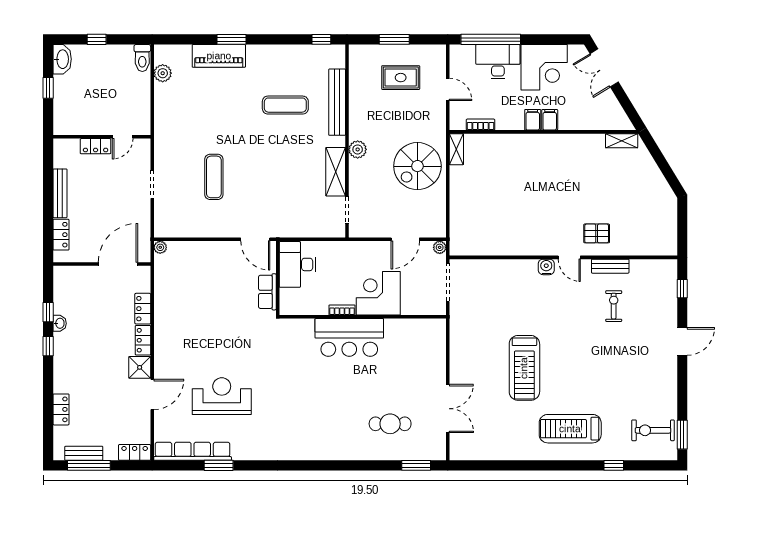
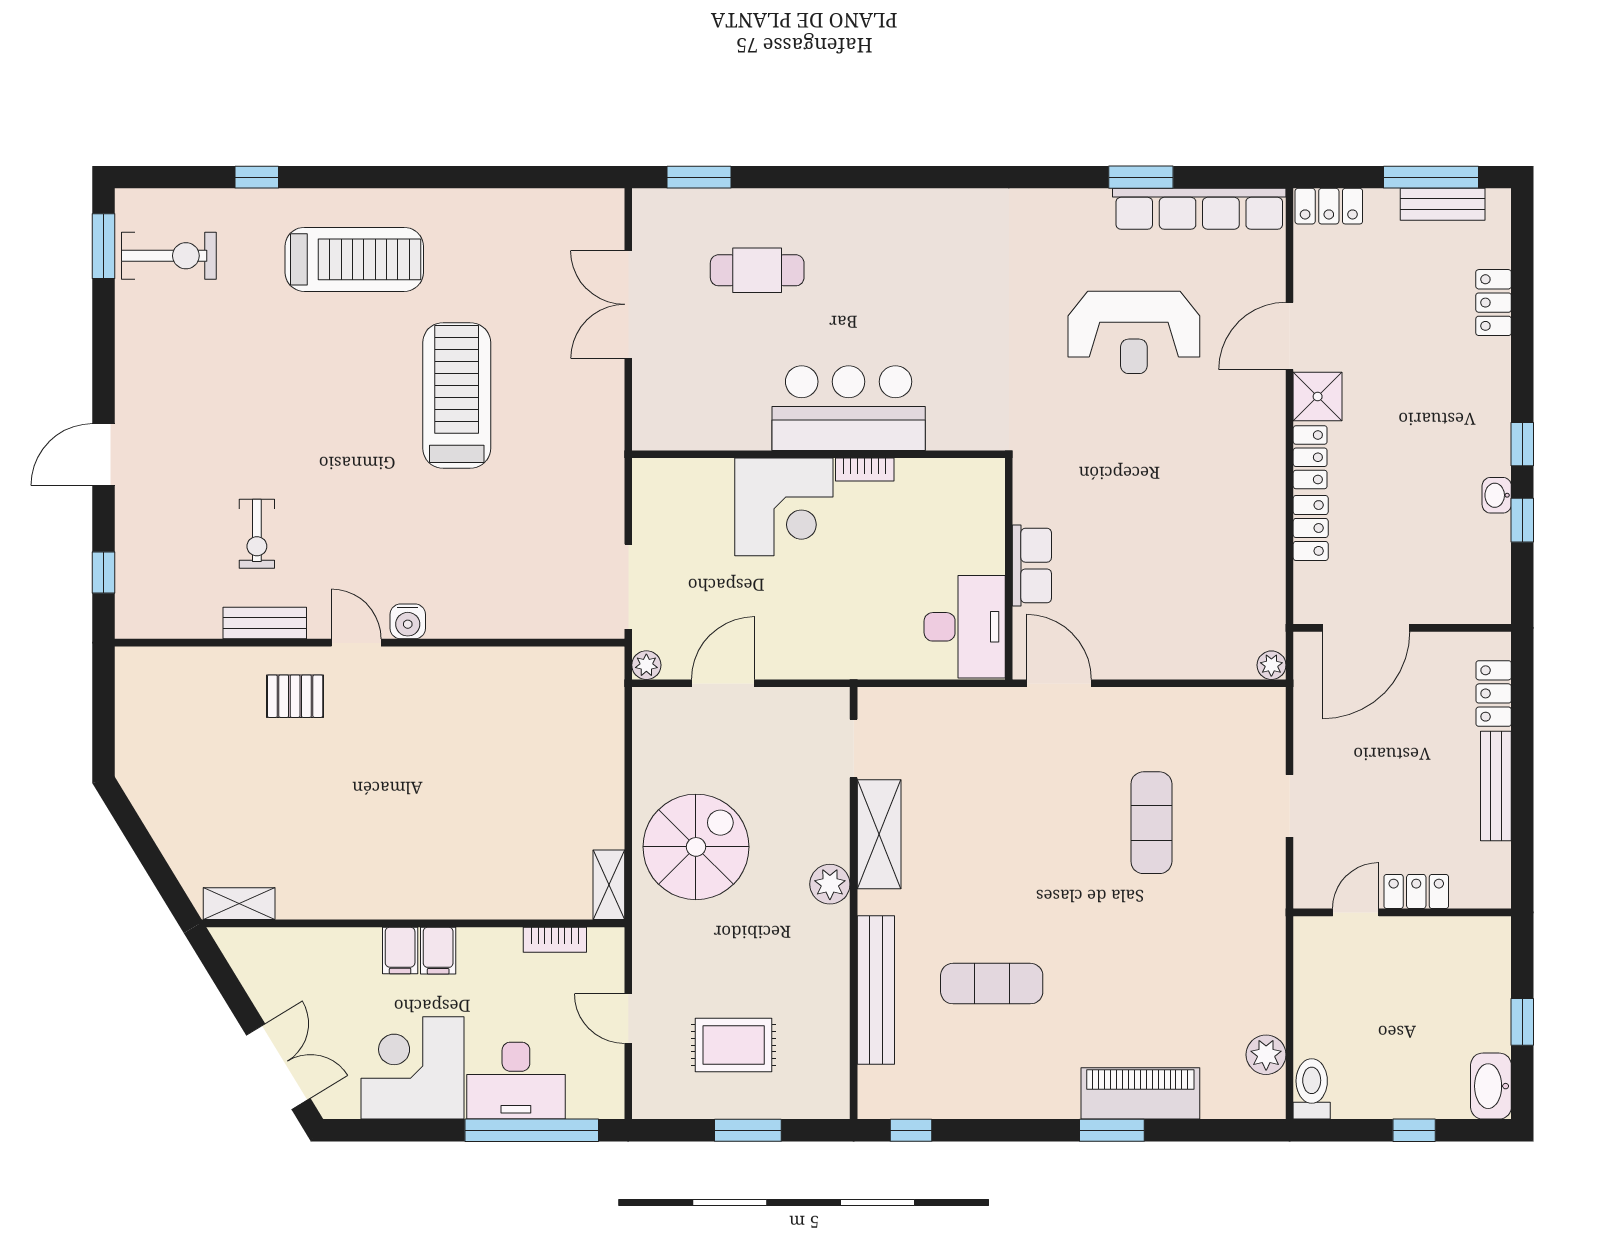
corner desk: (378, 293) -> (784, 507), moved
bookcase: (342, 310) -> (865, 470), moved
wall: (363, 317) -> (818, 454), moved
bar counter: (349, 337) -> (849, 408), moved

